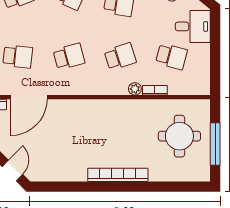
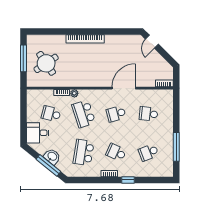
school desk: (120, 56) -> (84, 114), width x1.85
door: (29, 97) -> (124, 88), moved
round table: (179, 136) -> (46, 63), turned -34

